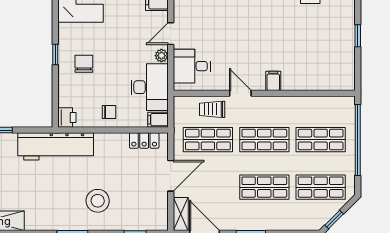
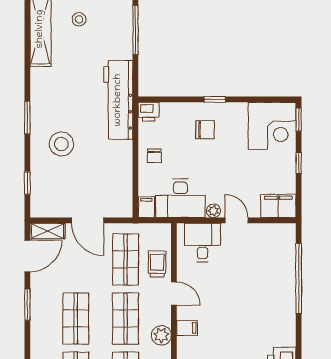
door: (240, 93) -> (174, 294), hinge flipped
plant: (280, 105) -> (161, 335), added
locker: (144, 140) -> (125, 193), removed

